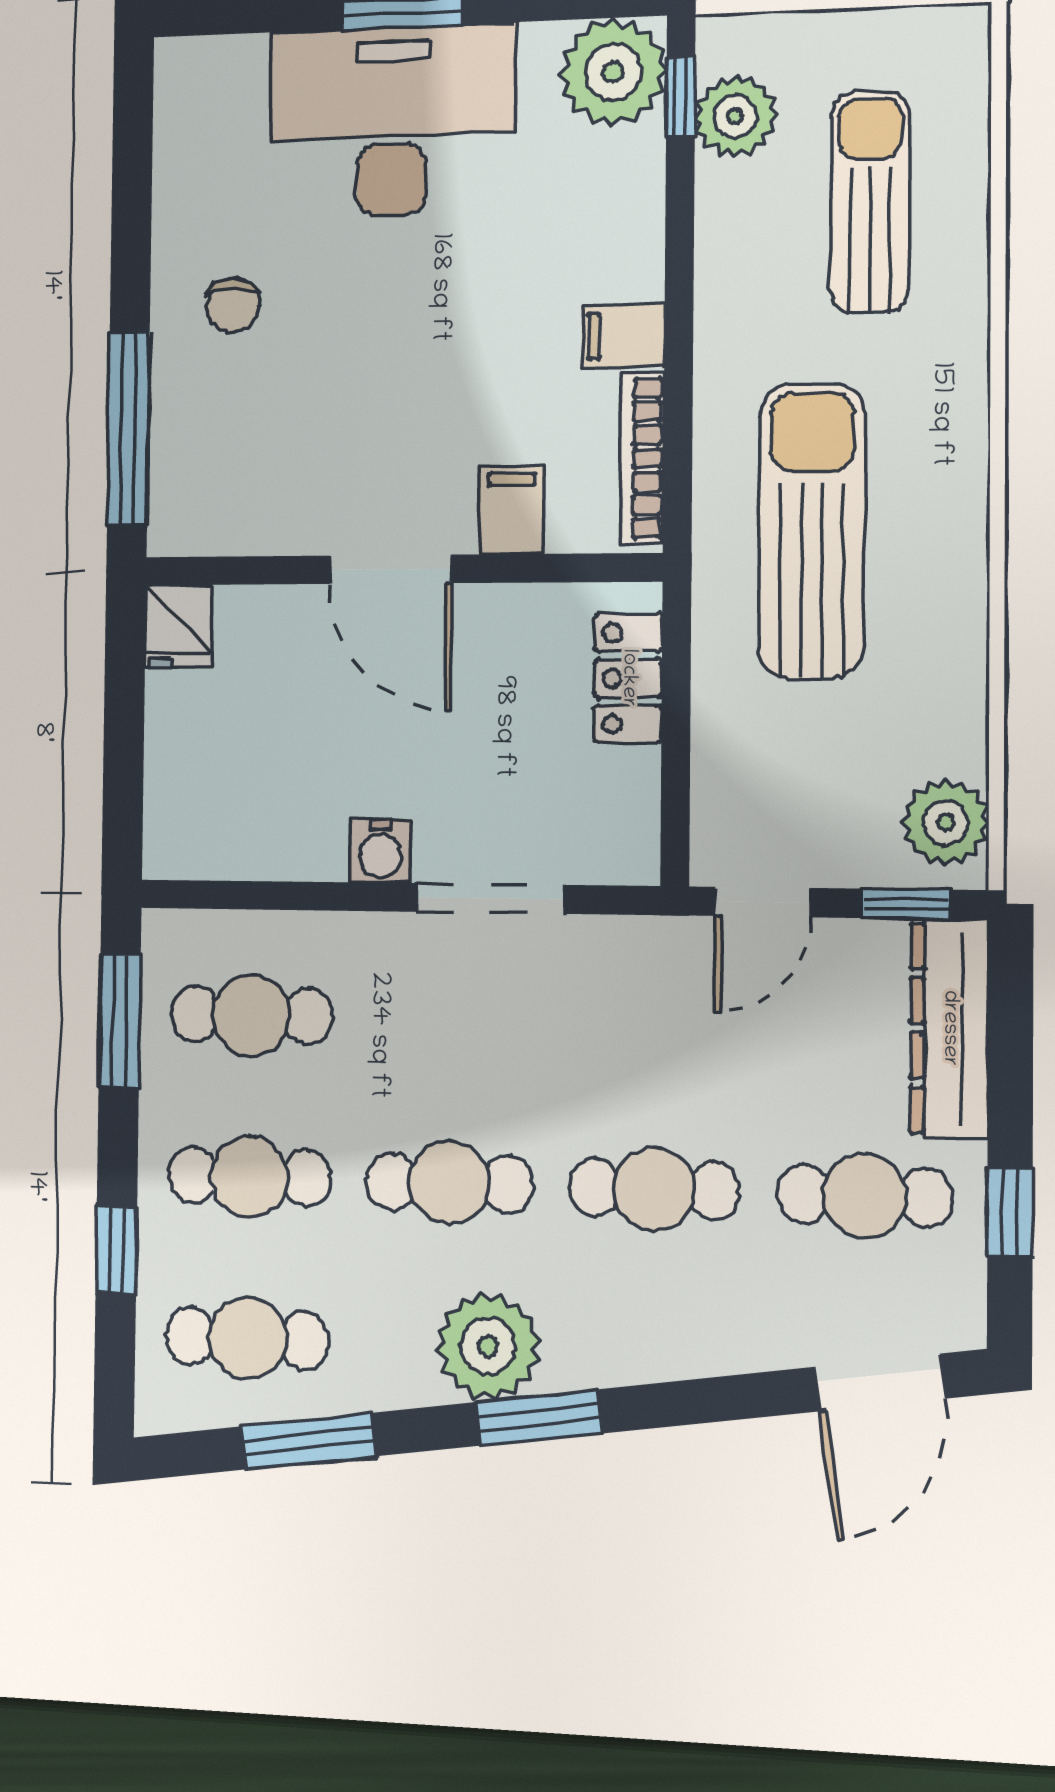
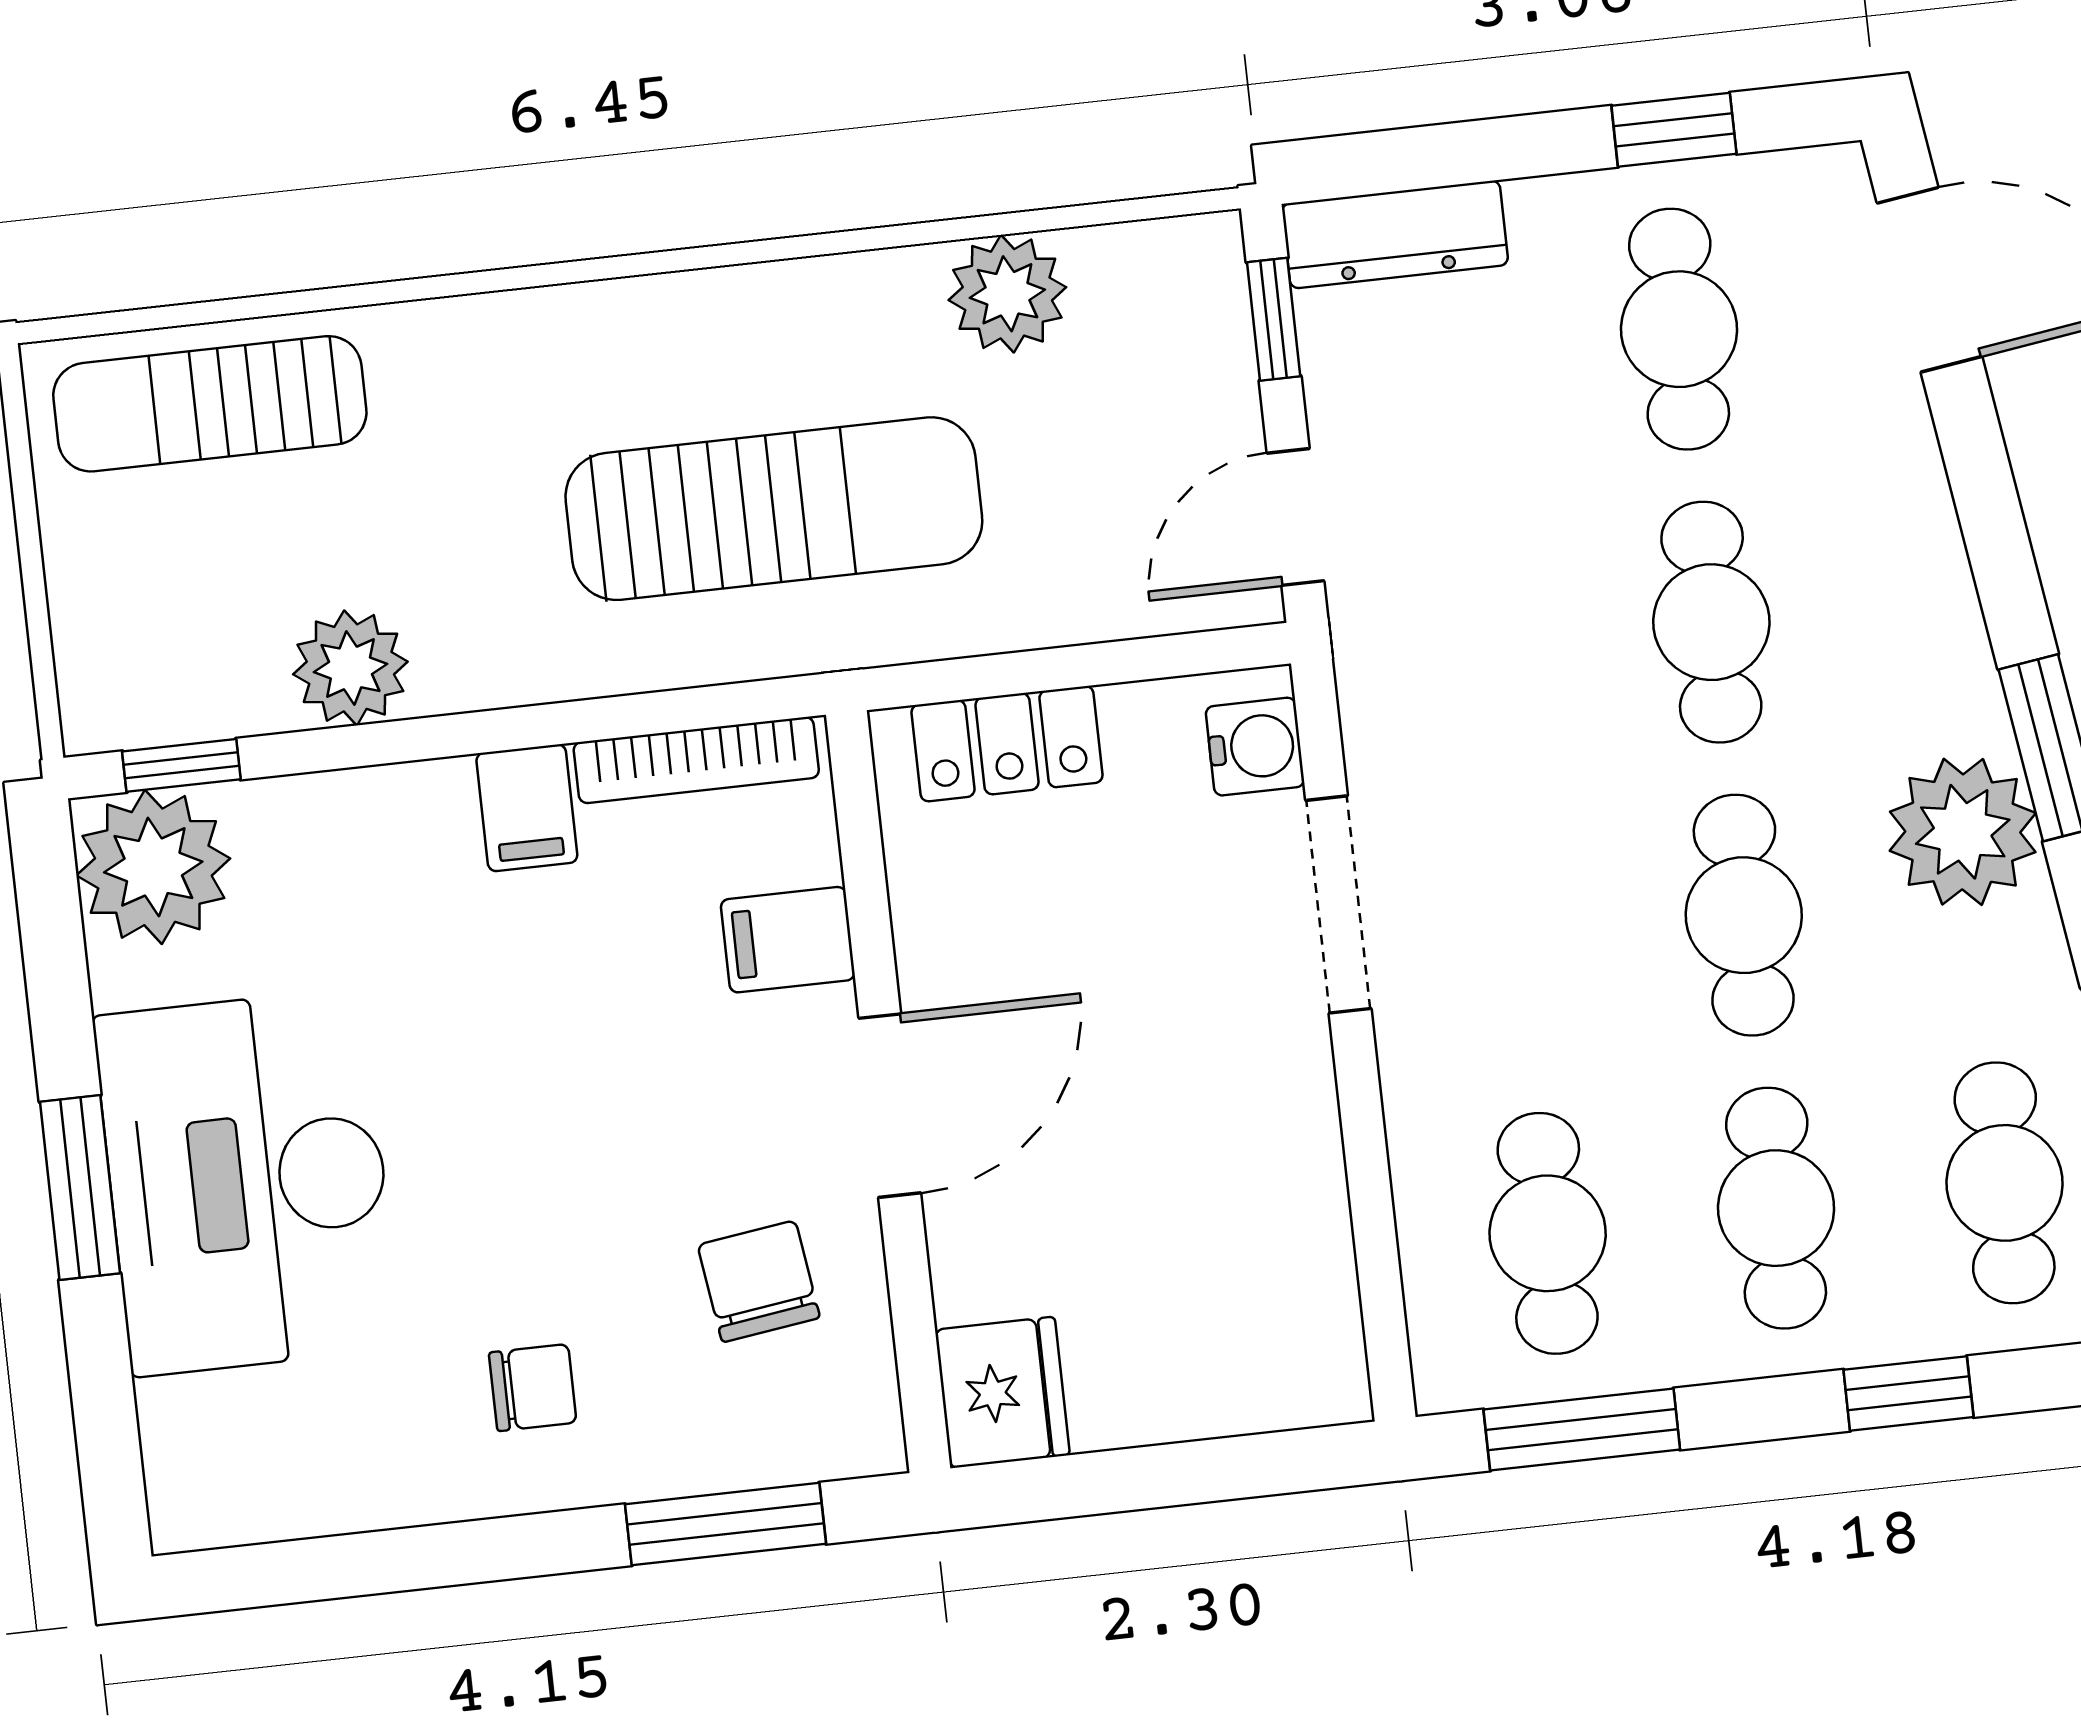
plant: (735, 116) -> (350, 668), moved
sun lounger: (870, 202) -> (210, 404), moved
window: (128, 428) -> (725, 1524), width x0.69
chair: (284, 467) -> (759, 1281), added
sun lounger: (812, 531) -> (774, 509), turned 180
fridge: (179, 626) -> (1002, 1392), width x1.38
plant: (946, 822) -> (1007, 294), moved
water cooler: (381, 851) -> (1255, 747), moved
door: (763, 902) -> (1296, 517), swing flipped
dresser: (949, 1028) -> (1395, 234), width x0.73, depth x0.80

